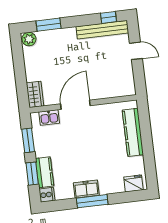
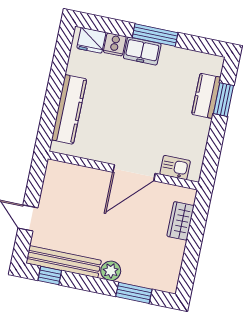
plant: (29, 39) -> (111, 271), moved
wardrobe: (35, 94) -> (181, 221), moved
window: (28, 140) -> (214, 146), removed
freezer: (86, 189) -> (142, 51), moved
cooker: (47, 195) -> (115, 44), moved, turned -90

